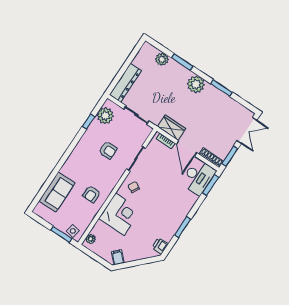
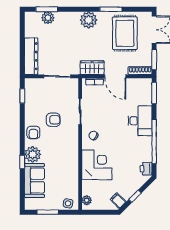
window: (182, 62) -> (47, 9), moved
plant: (105, 116) -> (33, 154), moved
rug: (220, 117) -> (125, 33), added
window: (88, 122) -> (22, 96), moved
window: (57, 169) -> (22, 162), added
desk: (198, 177) -> (140, 121), moved
armchair: (91, 194) -> (33, 132), moved
window: (183, 227) -> (154, 142), width x2.11
window: (61, 234) -> (48, 212), moved
window: (135, 263) -> (135, 196), added

